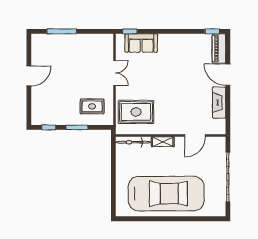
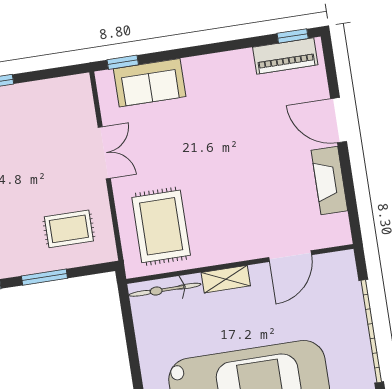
piano: (219, 49) -> (285, 56), moved, turned -90
rug: (136, 112) -> (161, 226), turned 90

